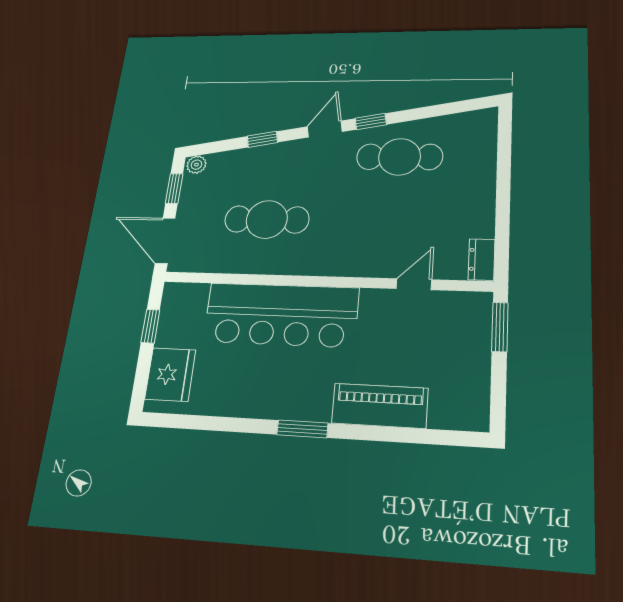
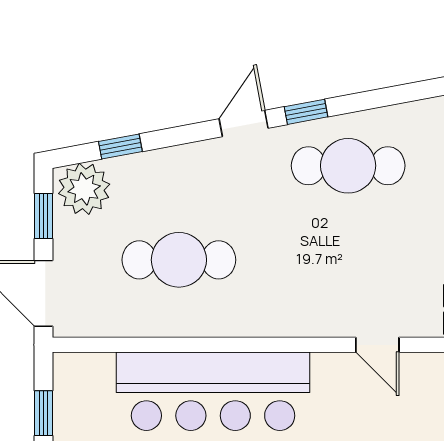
window: (262, 139) -> (120, 146), moved
plant: (196, 165) -> (84, 189), width x1.88, depth x1.88
door: (414, 284) -> (377, 345), swing flipped

